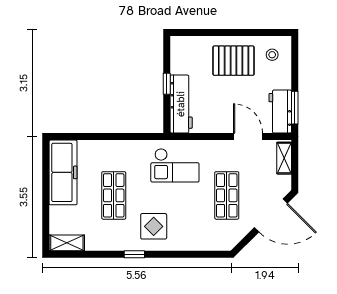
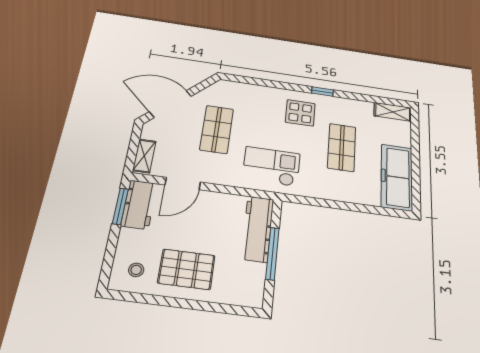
window: (167, 84) -> (272, 253), width x2.17
door: (248, 137) -> (183, 184), hinge flipped

